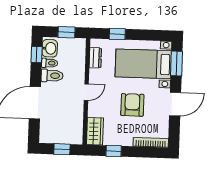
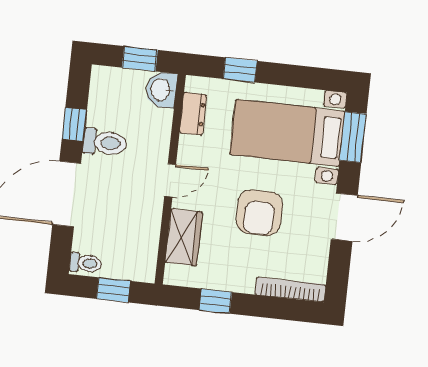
washbasin: (50, 48) -> (161, 90), moved, turned 180
window: (37, 54) -> (74, 124), moved
toilet: (50, 63) -> (86, 263), moved
armchair: (132, 105) -> (259, 213), turned 180
wardrobe: (95, 131) -> (184, 237), moved

